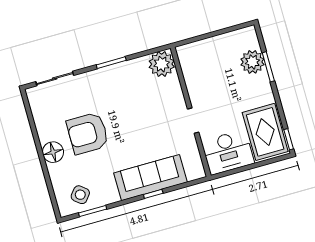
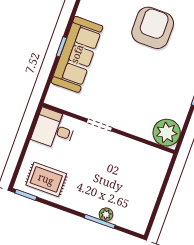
plant: (252, 62) -> (106, 214), width x0.53, depth x0.53
rug: (265, 132) -> (46, 179), width x0.73, depth x0.70
desk: (228, 152) -> (54, 129), width x0.73

